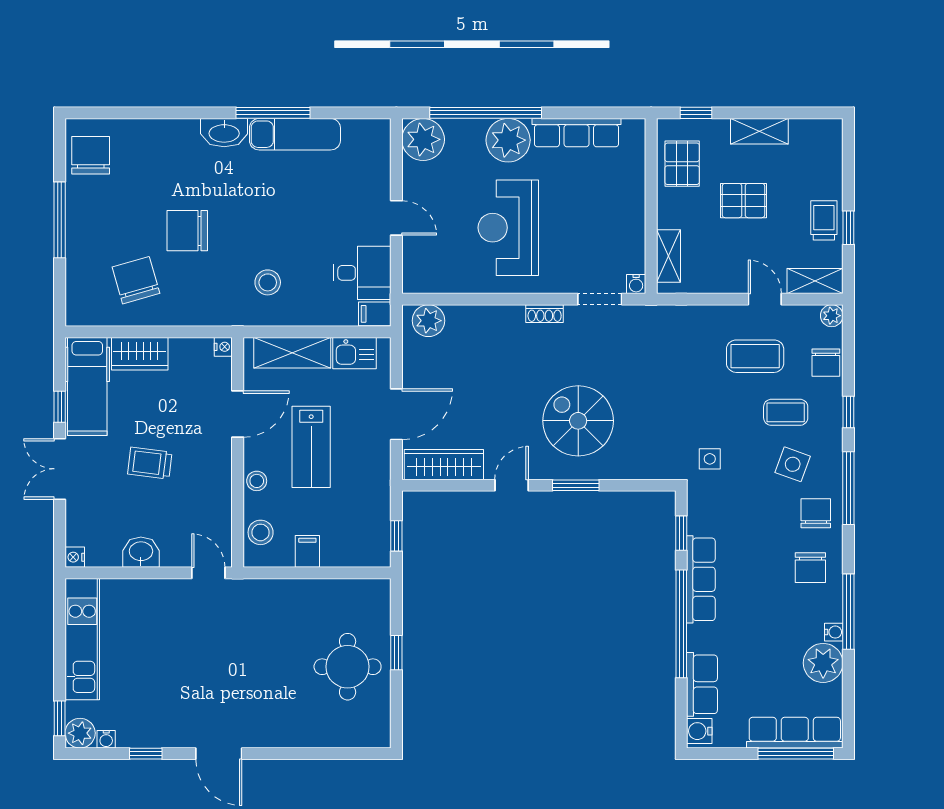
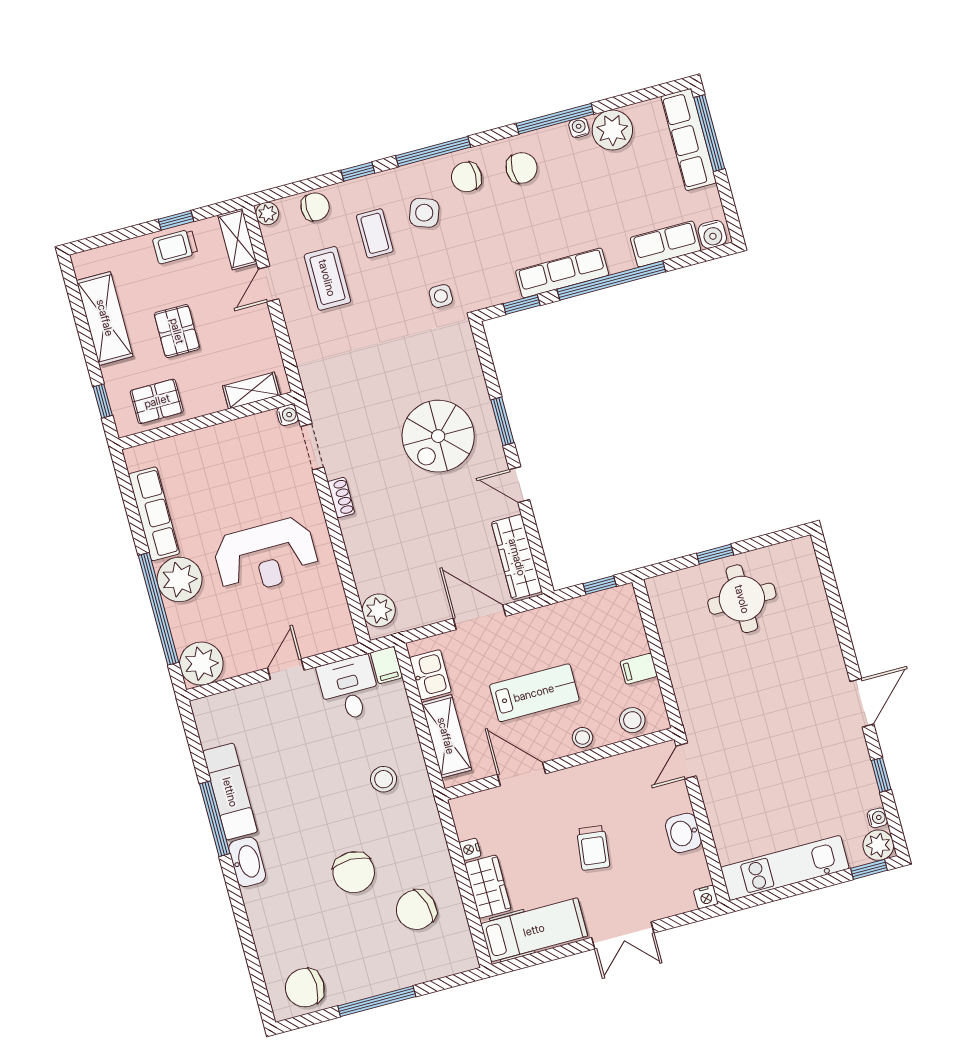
shelving: (759, 131) -> (105, 318), width x1.50, depth x1.33
nightstand: (223, 347) -> (470, 849), moved, turned -90
window: (60, 407) -> (561, 952), removed

